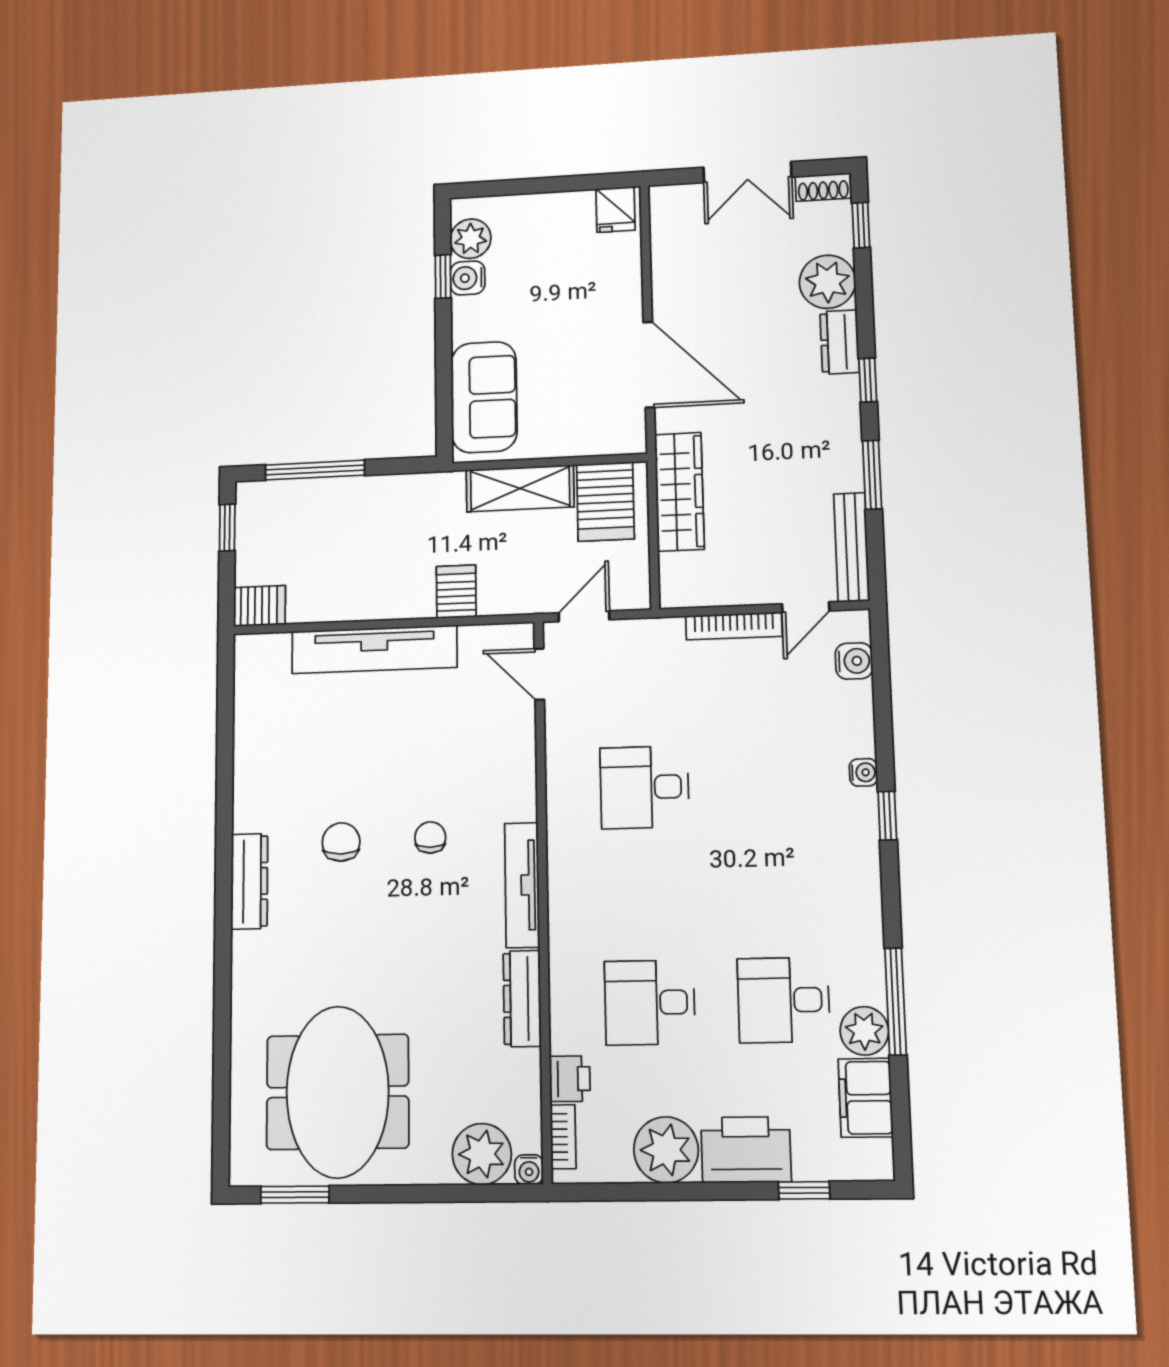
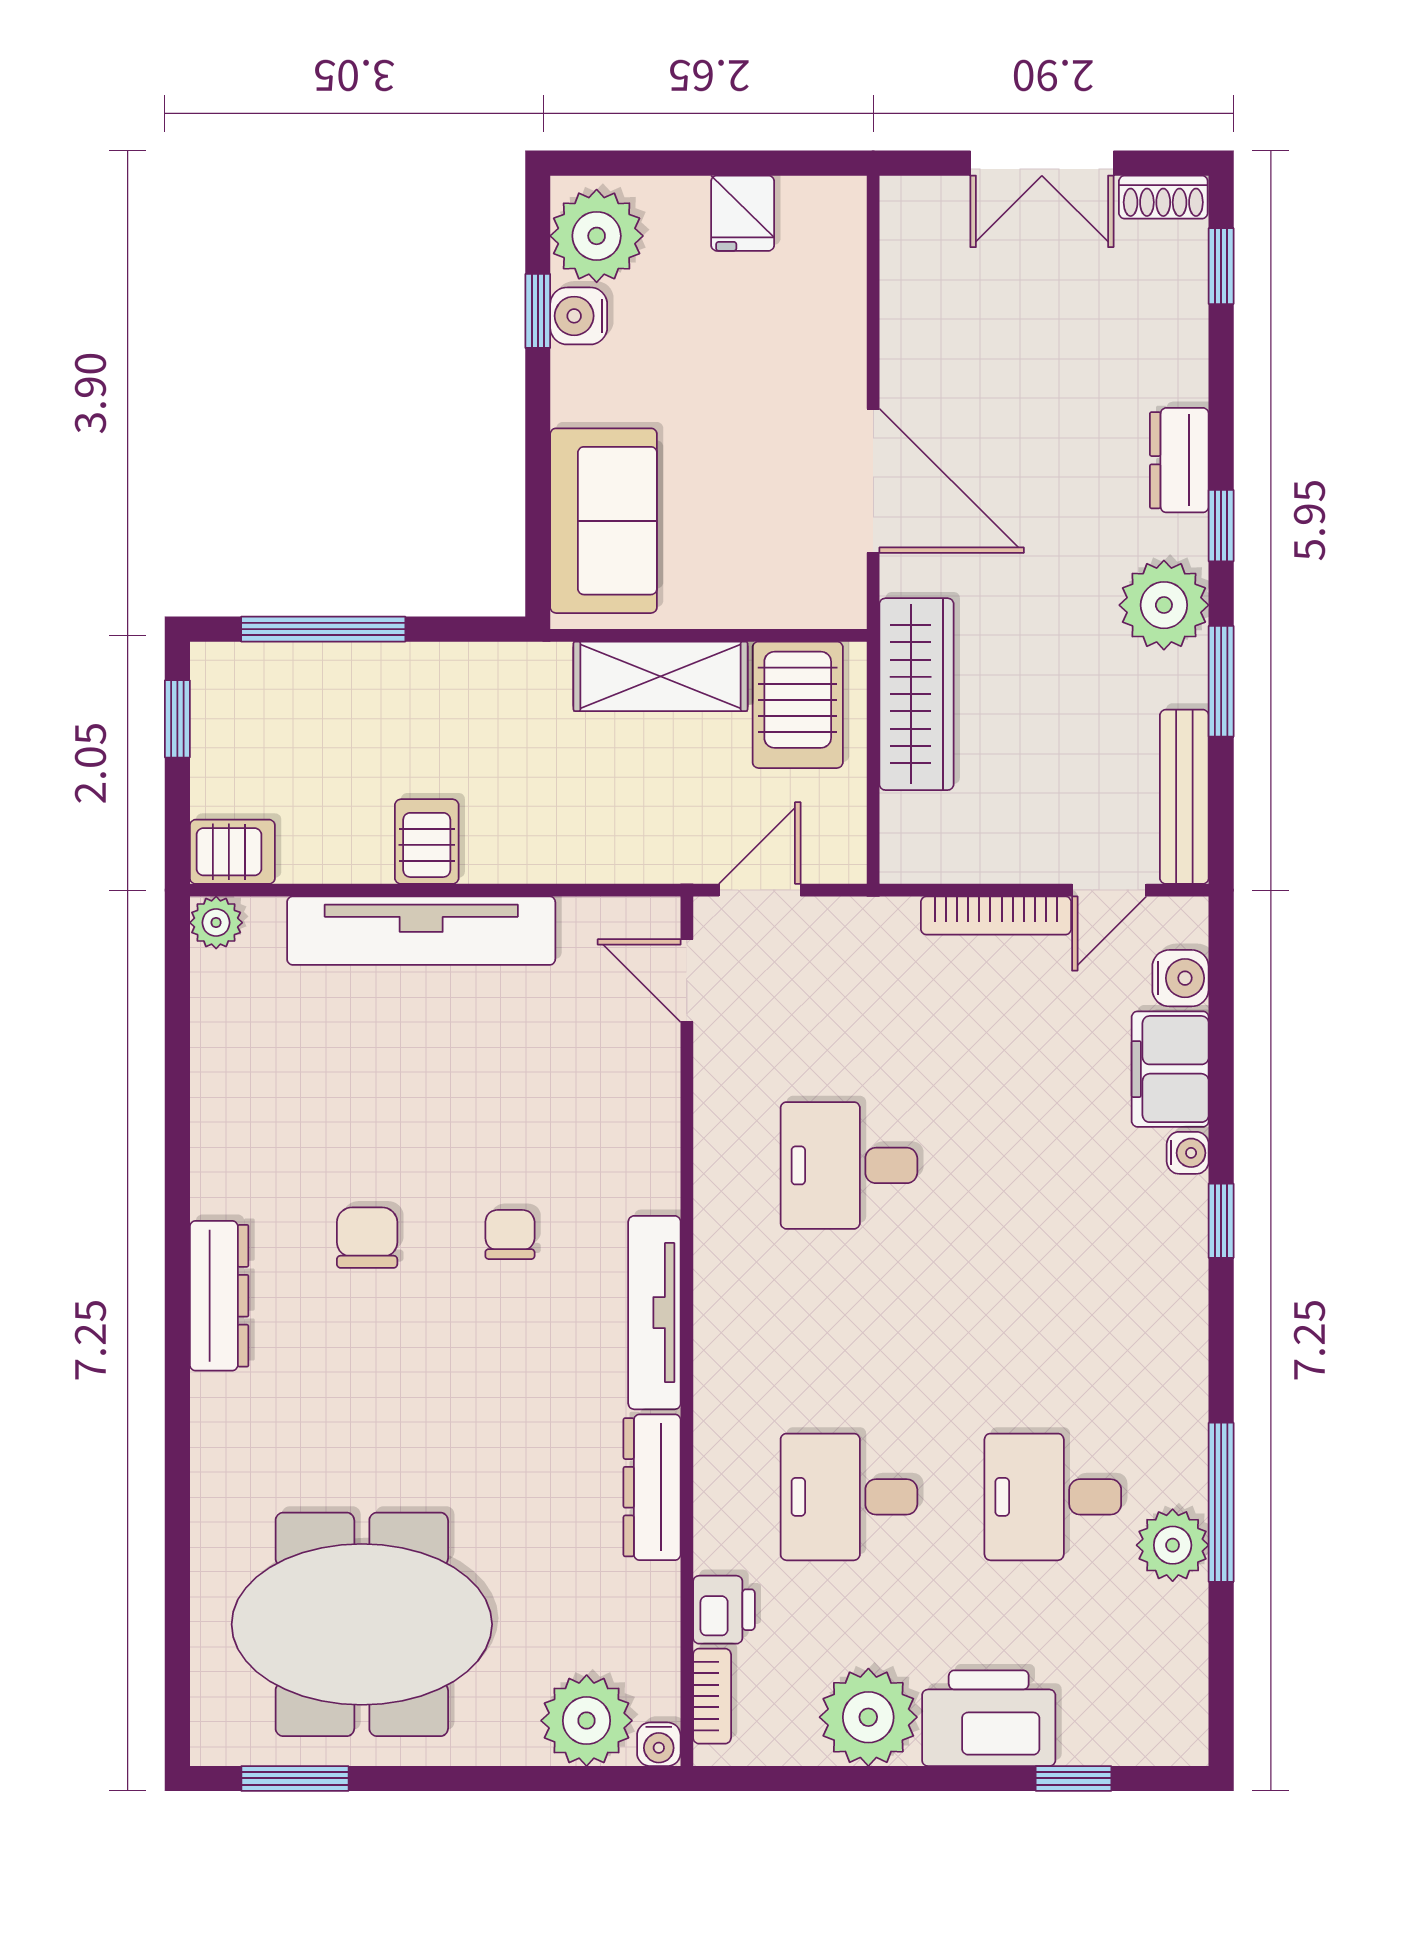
fridge: (615, 209) -> (743, 213), moved
plant: (471, 239) -> (597, 236), width x1.36, depth x1.36
plant: (827, 282) -> (1164, 605), moved
server rack: (456, 592) -> (427, 842), moved
plant: (249, 649) -> (216, 923), added
meeting table: (338, 1092) -> (362, 1624), turned 90
filing cabinet: (866, 1098) -> (1170, 1069), moved

